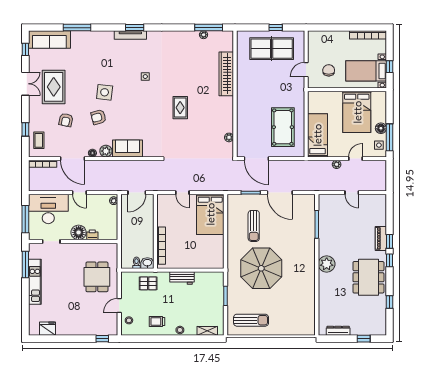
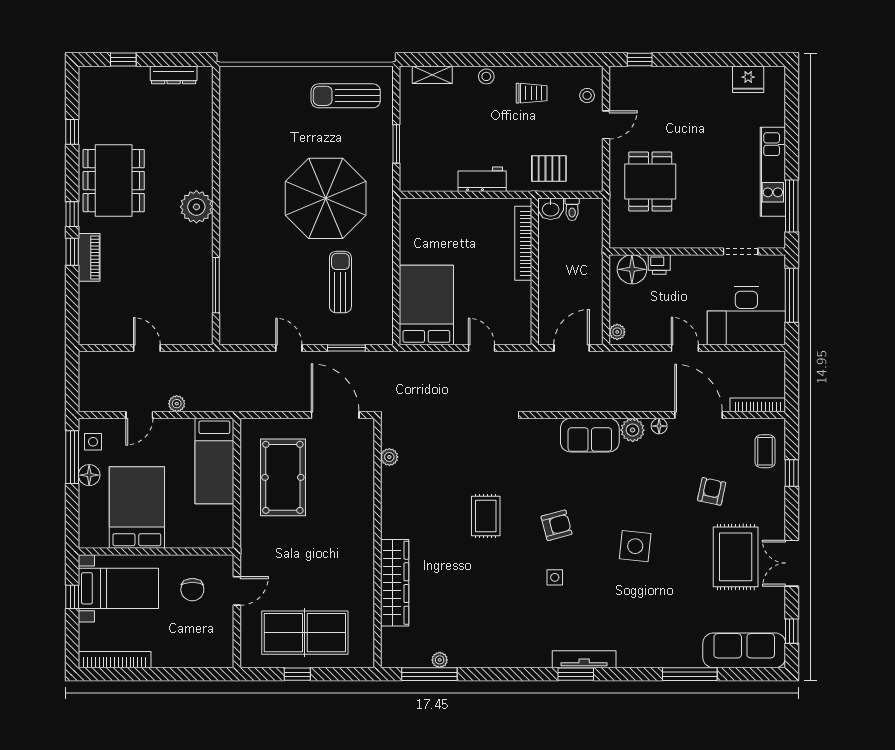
armchair: (98, 117) -> (557, 525), moved
door: (280, 193) -> (289, 348), width x0.53
floor lamp: (79, 232) -> (632, 269), moved

